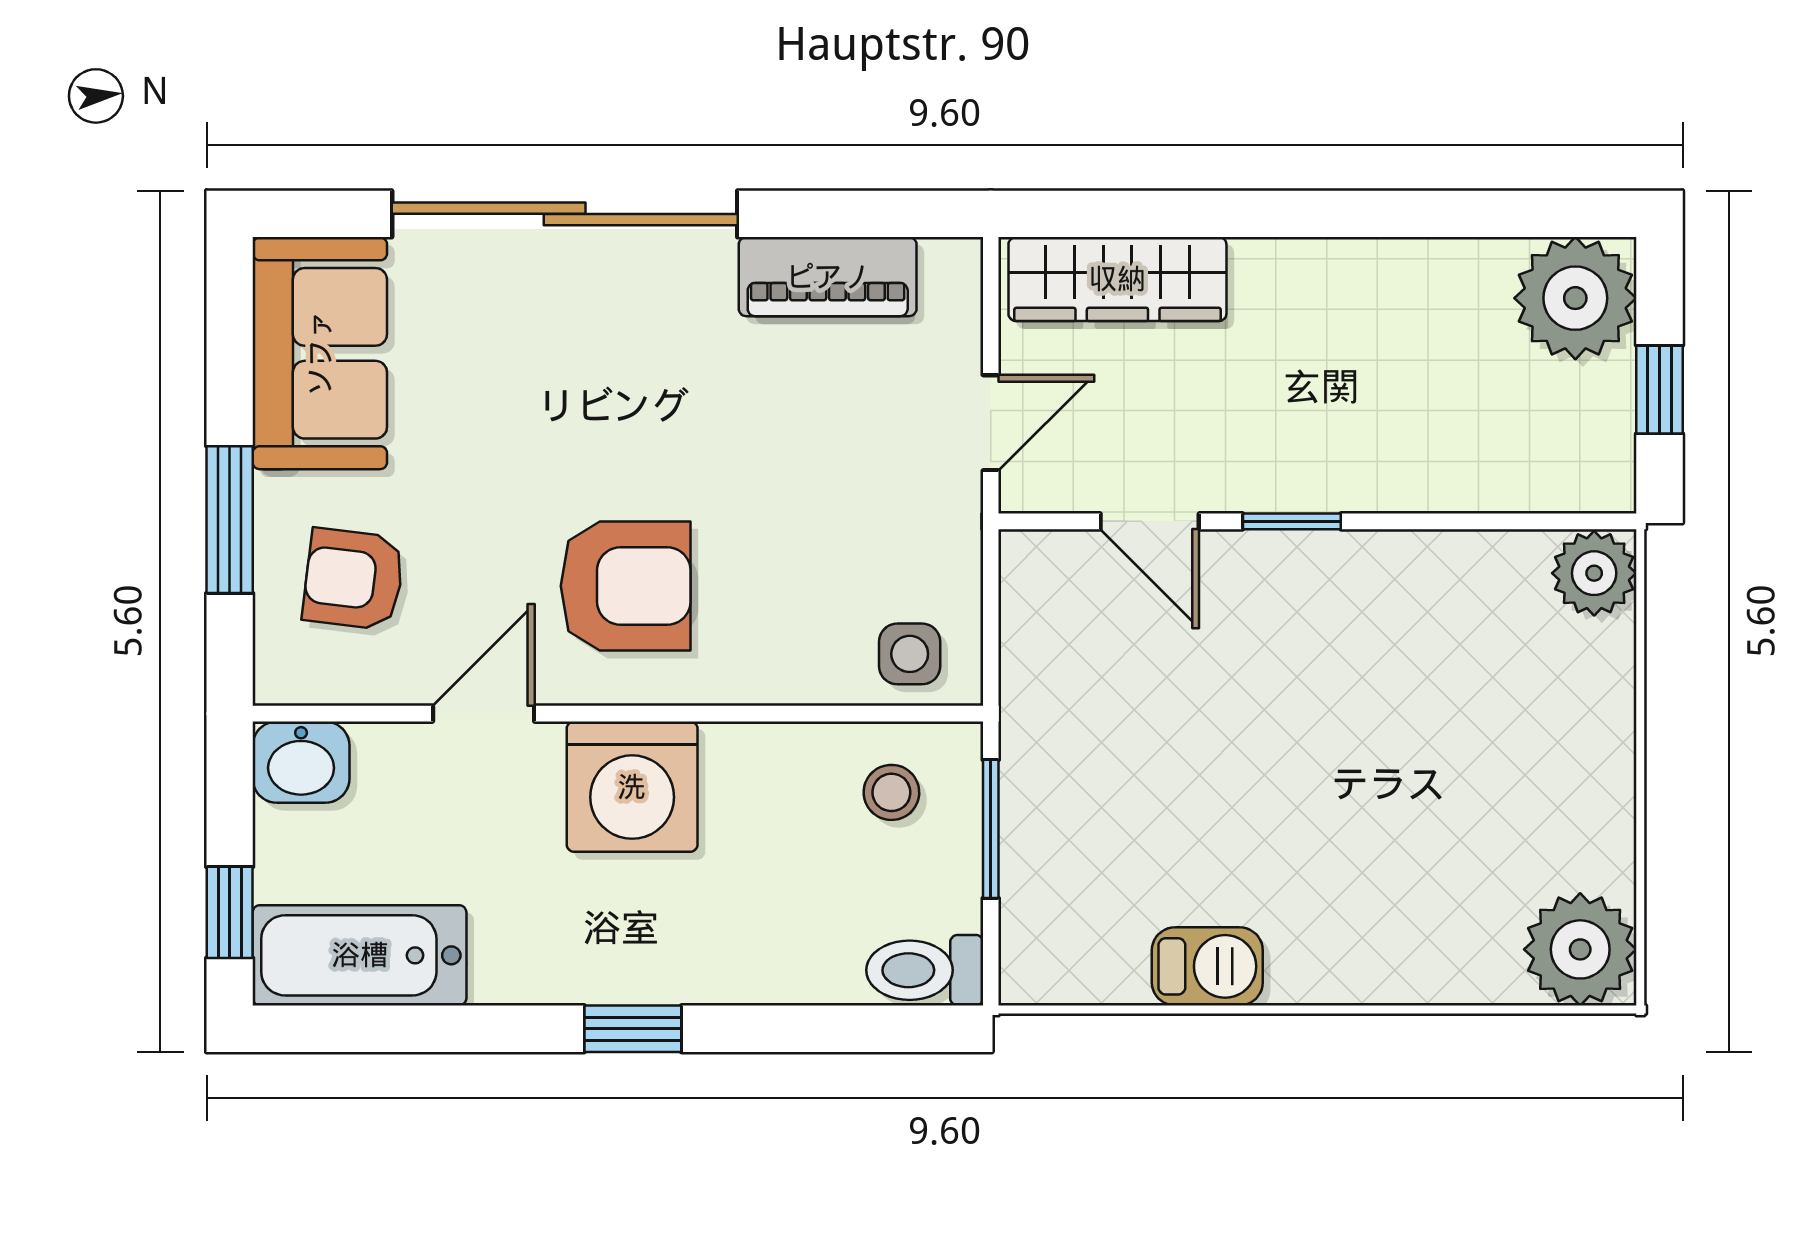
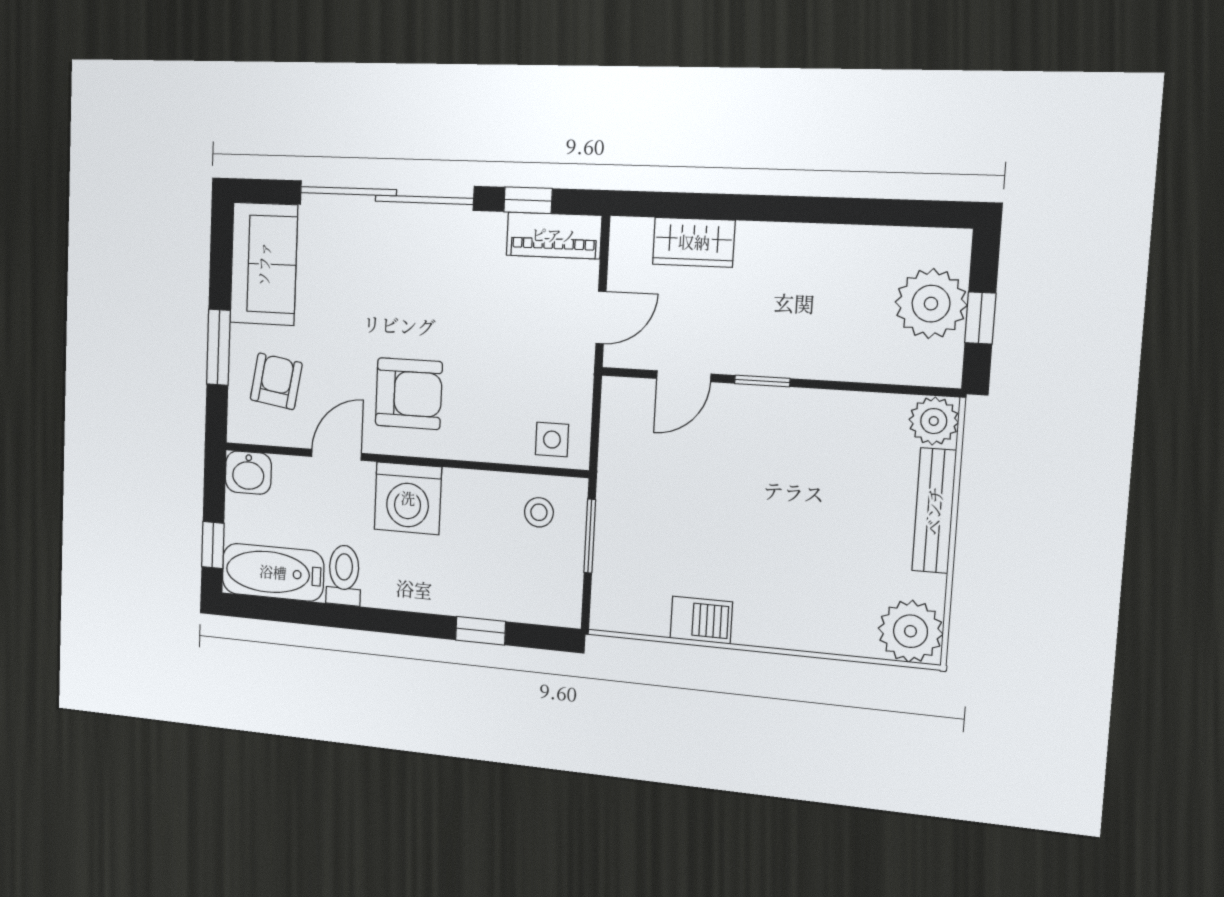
window: (842, 214) -> (528, 200), added
piano: (828, 277) -> (554, 235), moved
wardrobe: (1117, 279) -> (694, 242), width x0.67
plant: (1575, 298) -> (931, 304), moved
door: (1150, 521) -> (684, 376), hinge flipped
armchair: (354, 579) -> (276, 381), turned 92
bench: (1606, 731) -> (934, 511), added
toilet: (925, 970) -> (344, 575), moved, turned 90
window: (633, 1029) -> (481, 631), moved

